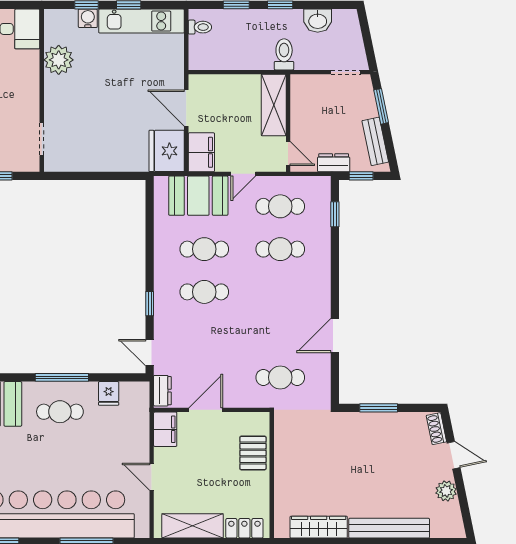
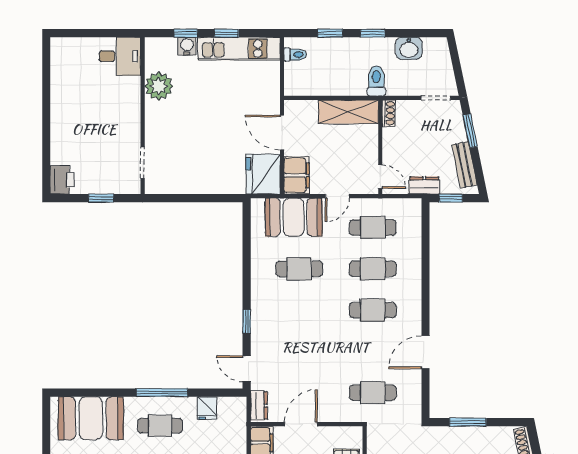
shoe rack: (297, 88) -> (389, 113), added
shelving: (274, 105) -> (349, 112), moved, turned 90
window: (335, 214) -> (425, 235), removed
cafe table: (204, 292) -> (373, 310), moved

